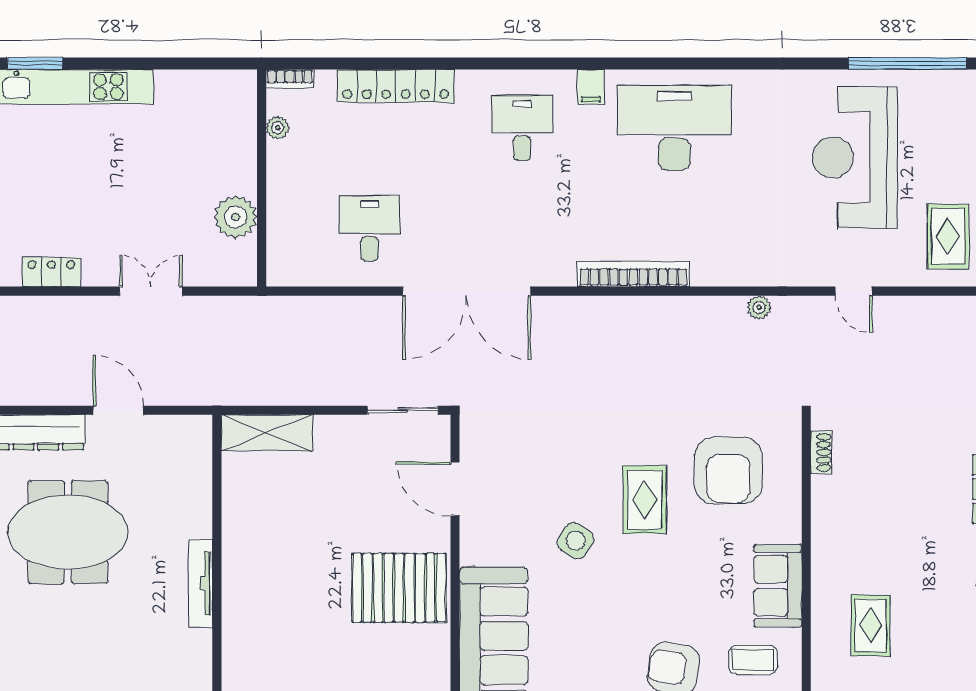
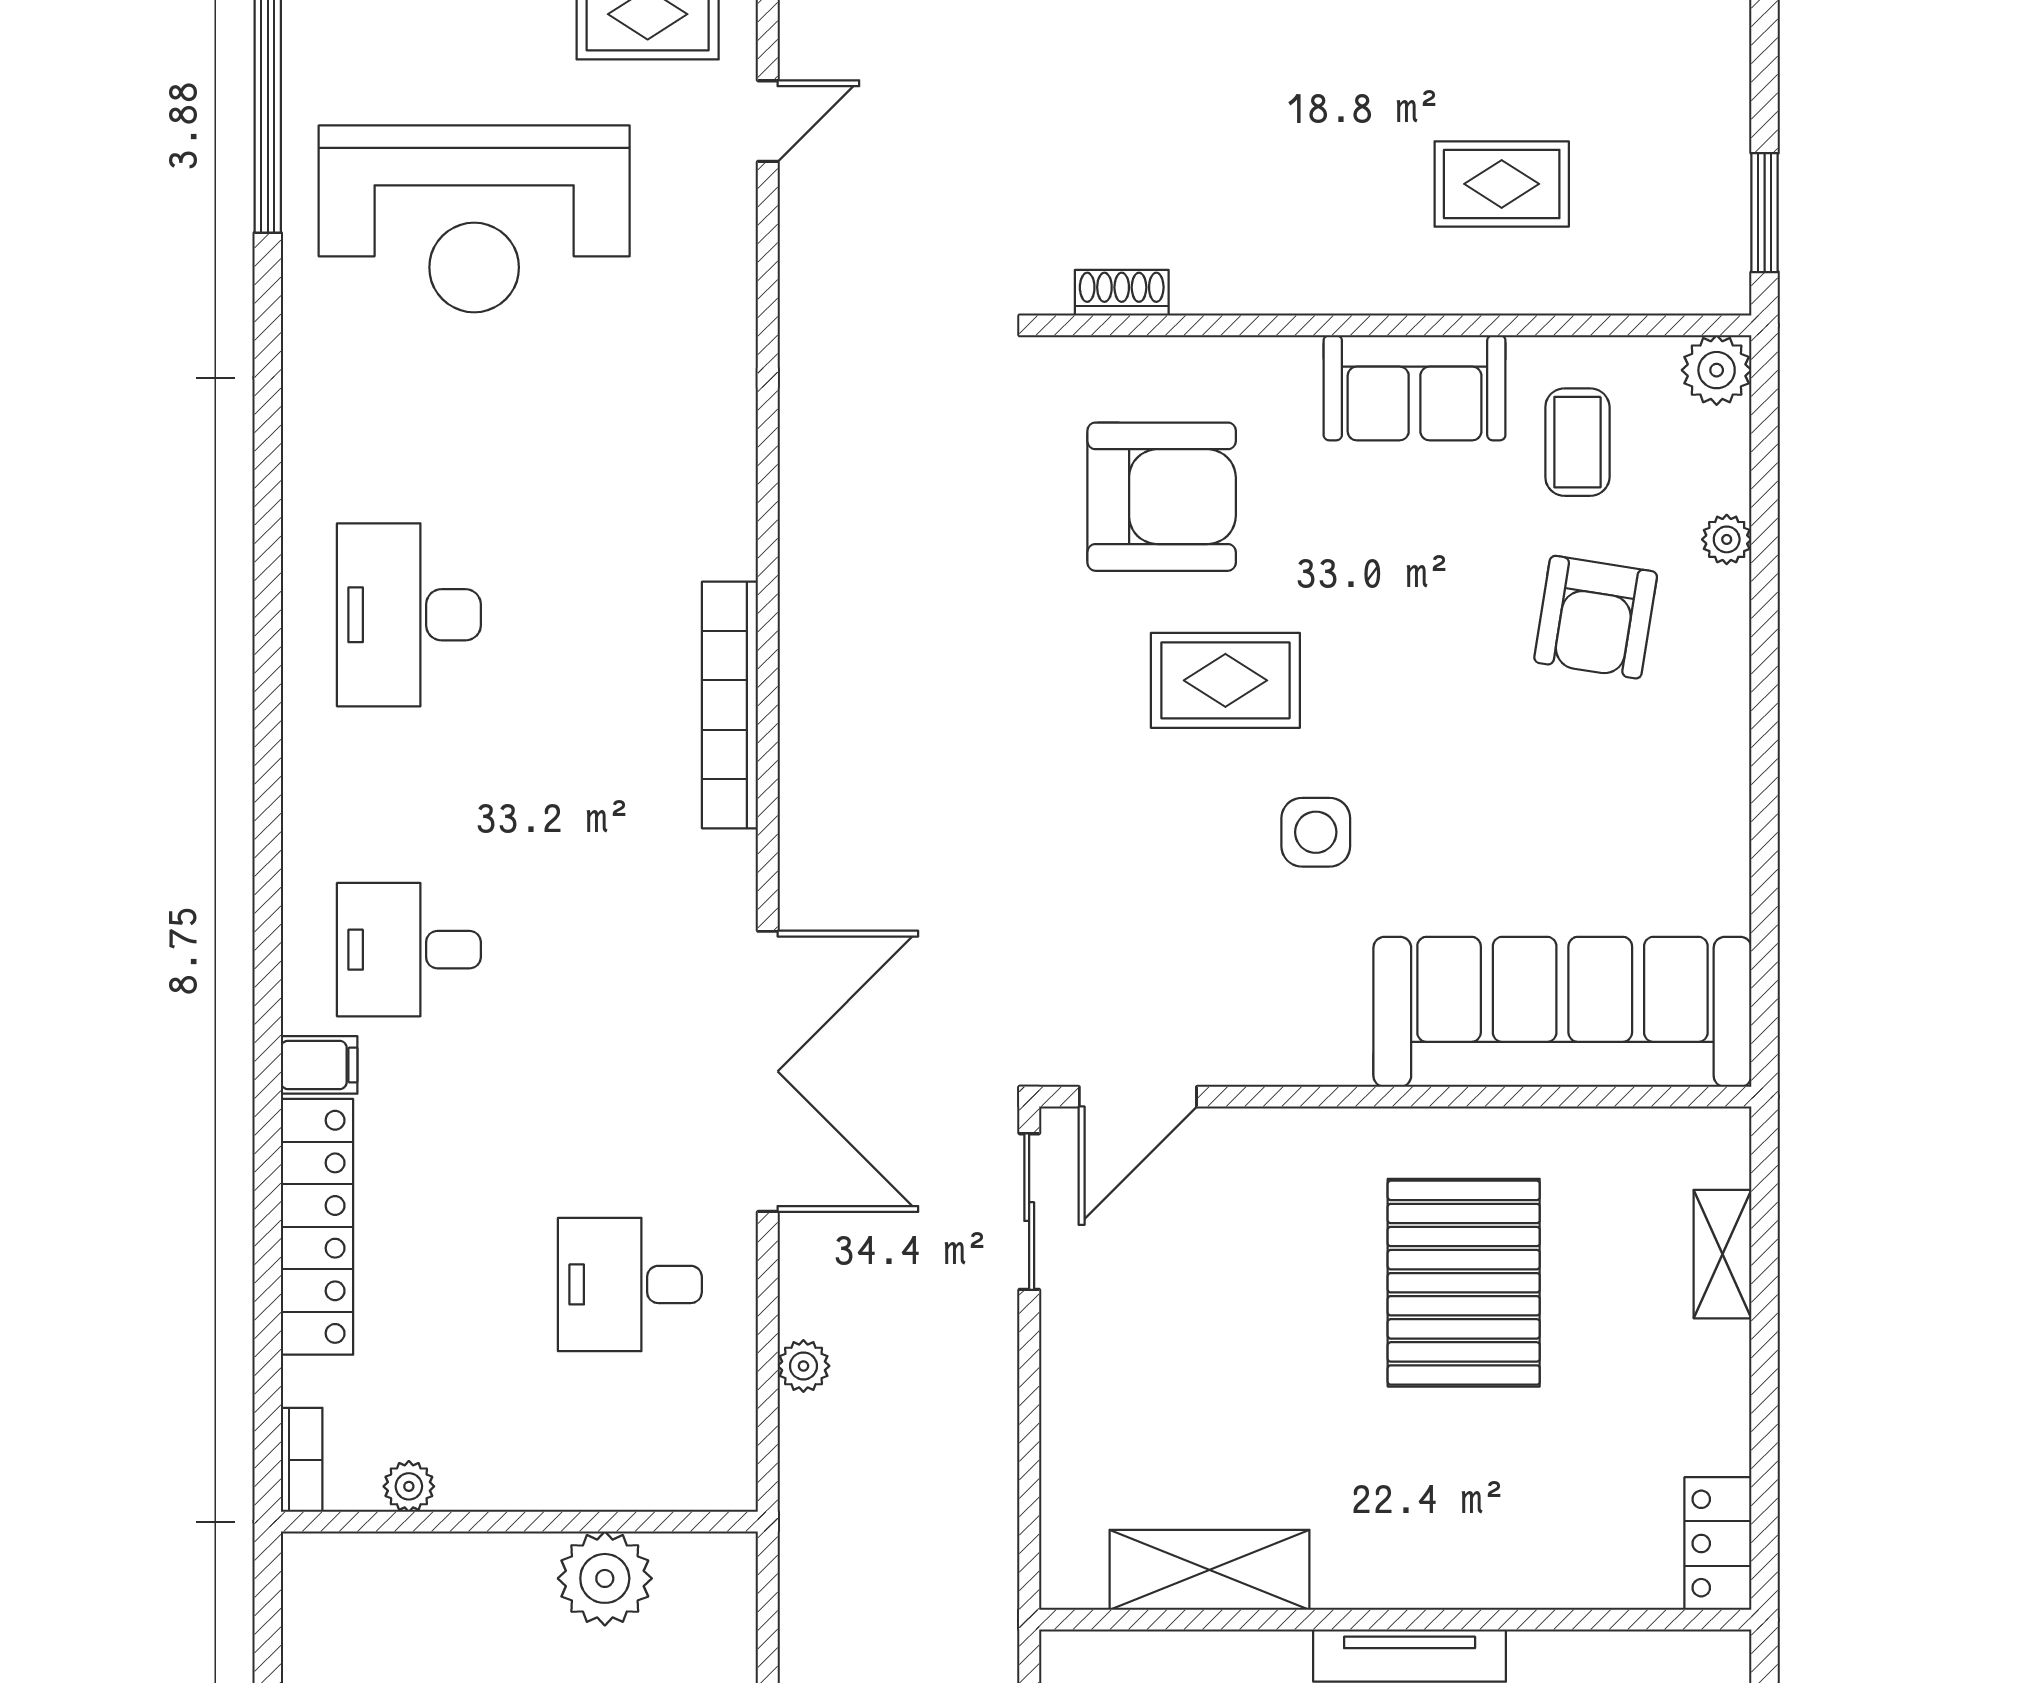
filing cabinet: (591, 87) -> (319, 1065), moved
desk: (674, 128) -> (409, 615), width x0.73, depth x0.77
door: (853, 291) -> (768, 121), moved
plant: (759, 307) -> (803, 1366), moved
shelving: (267, 433) -> (1210, 1570), moved, turned 90
door: (455, 489) -> (1138, 1097), moved
side table: (575, 541) -> (1316, 832), turned -32
pallet: (399, 588) -> (1464, 1283), moved

